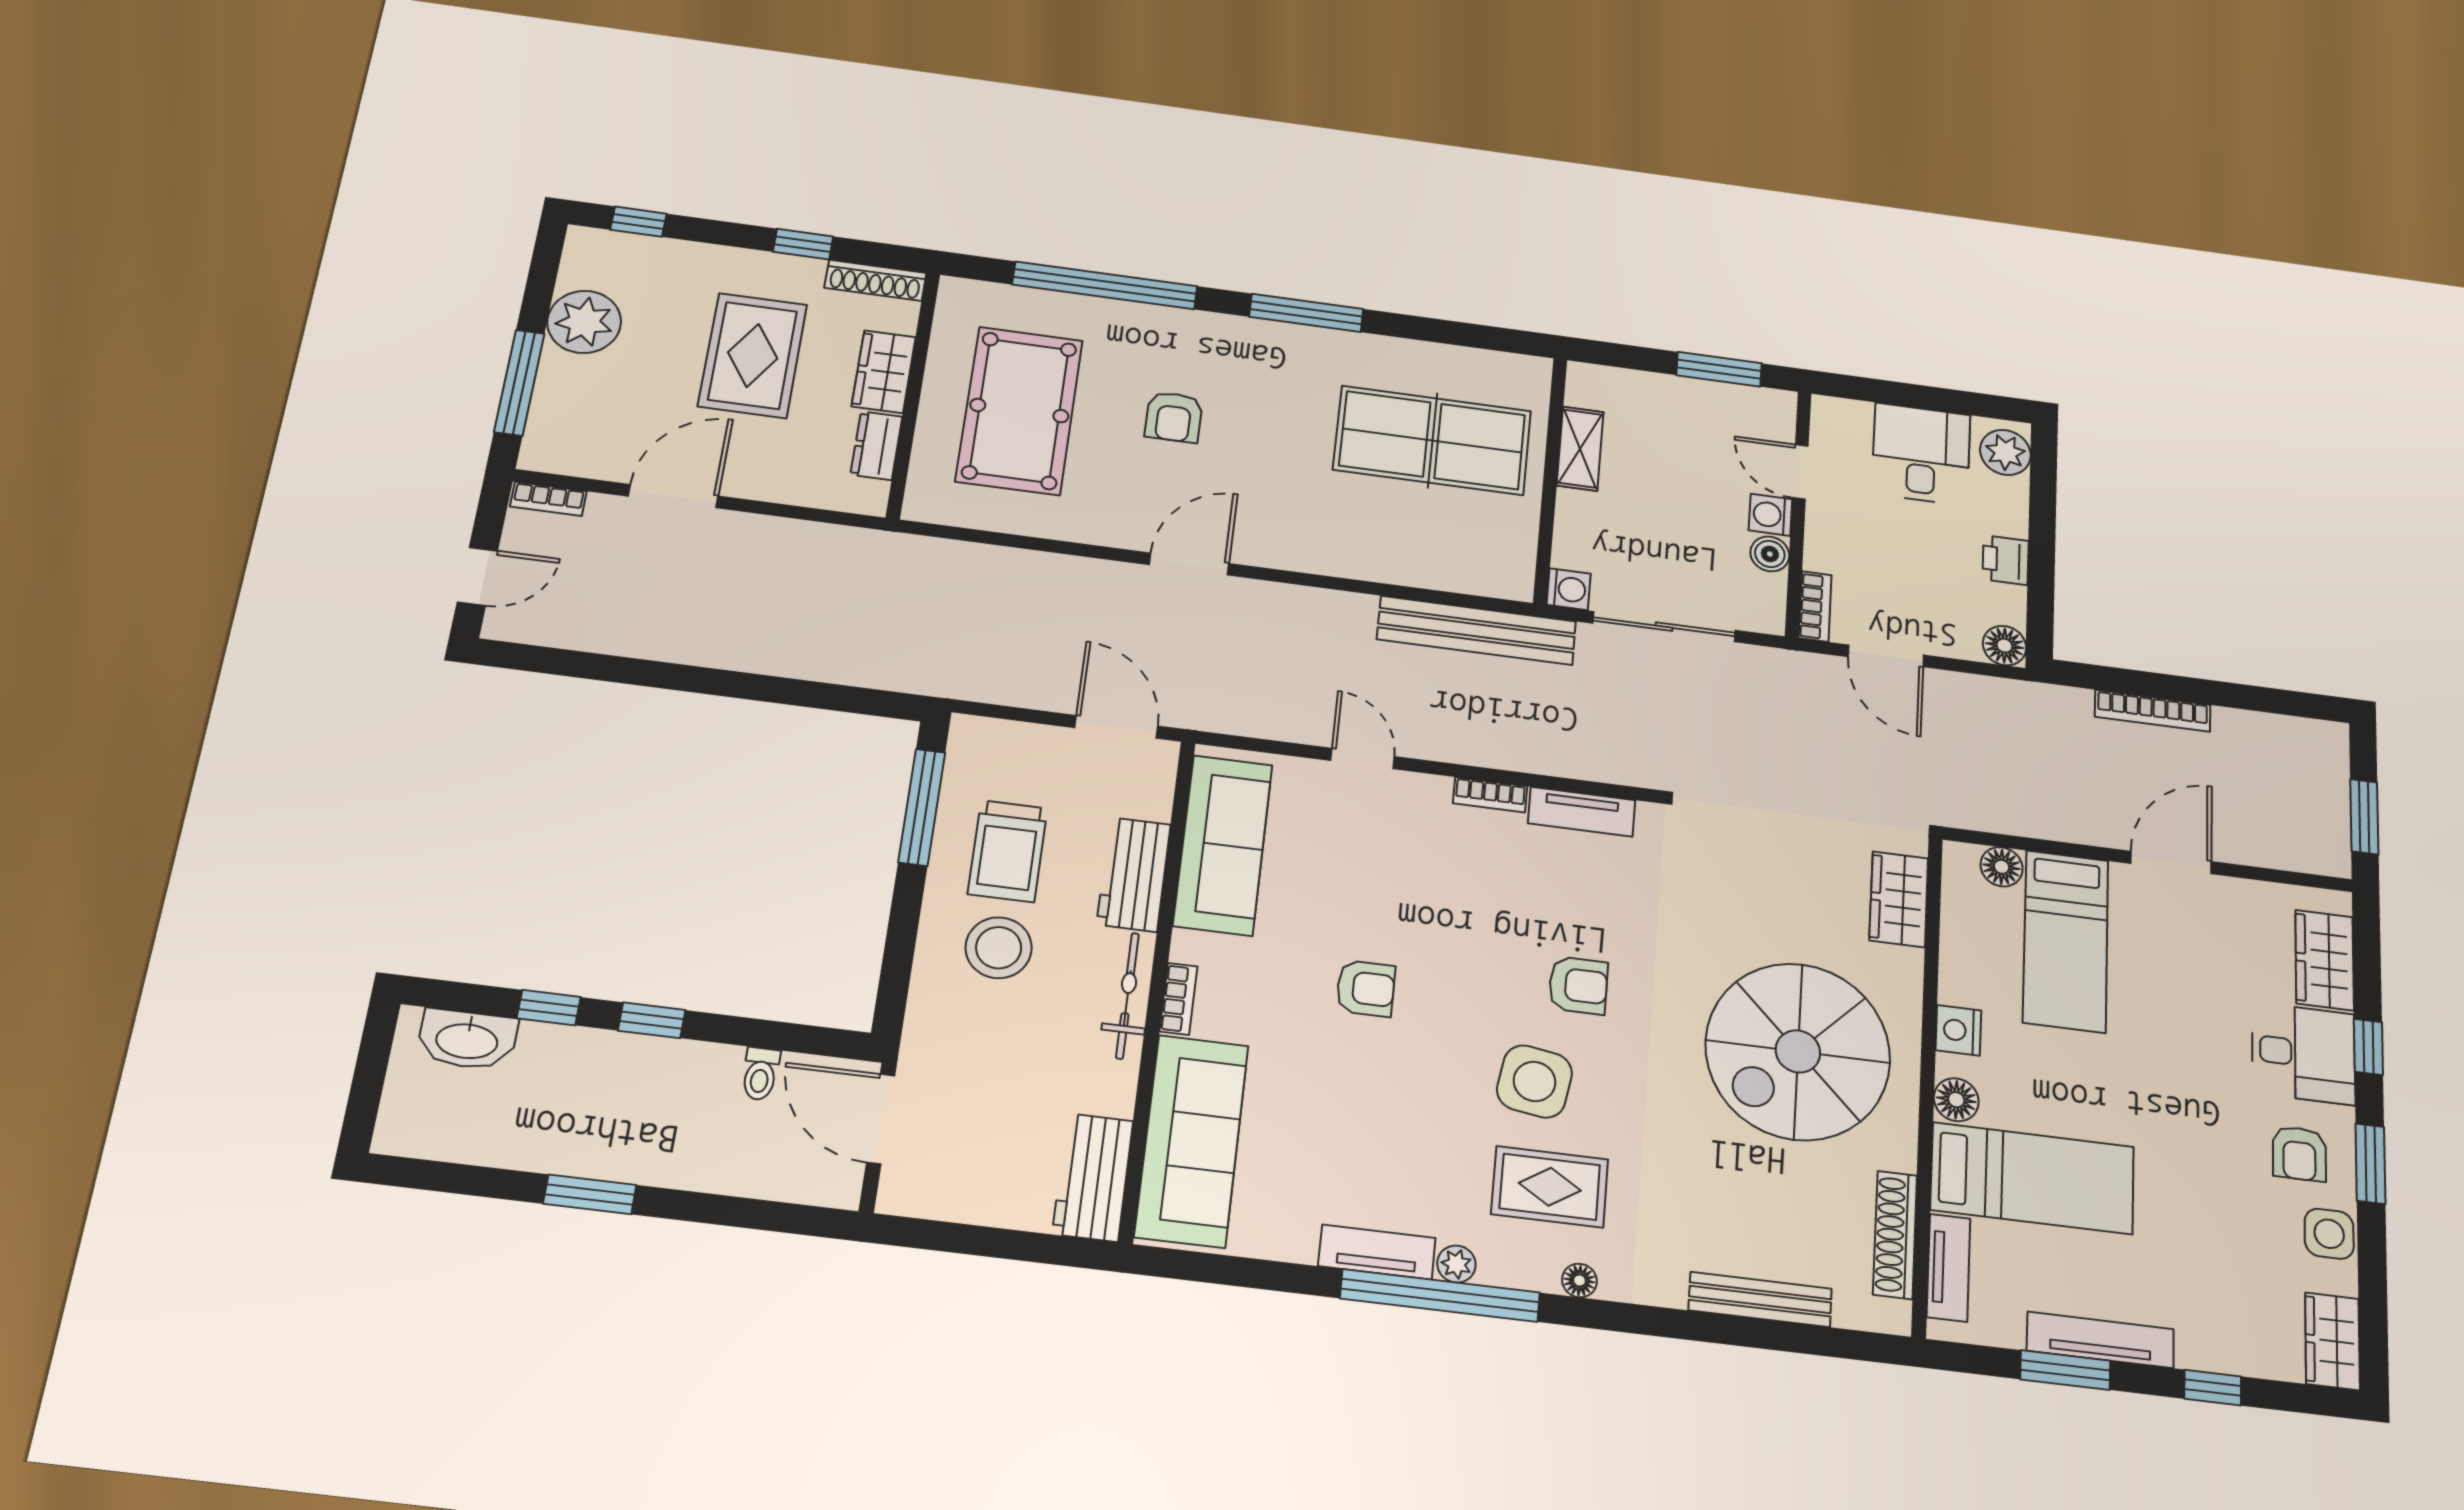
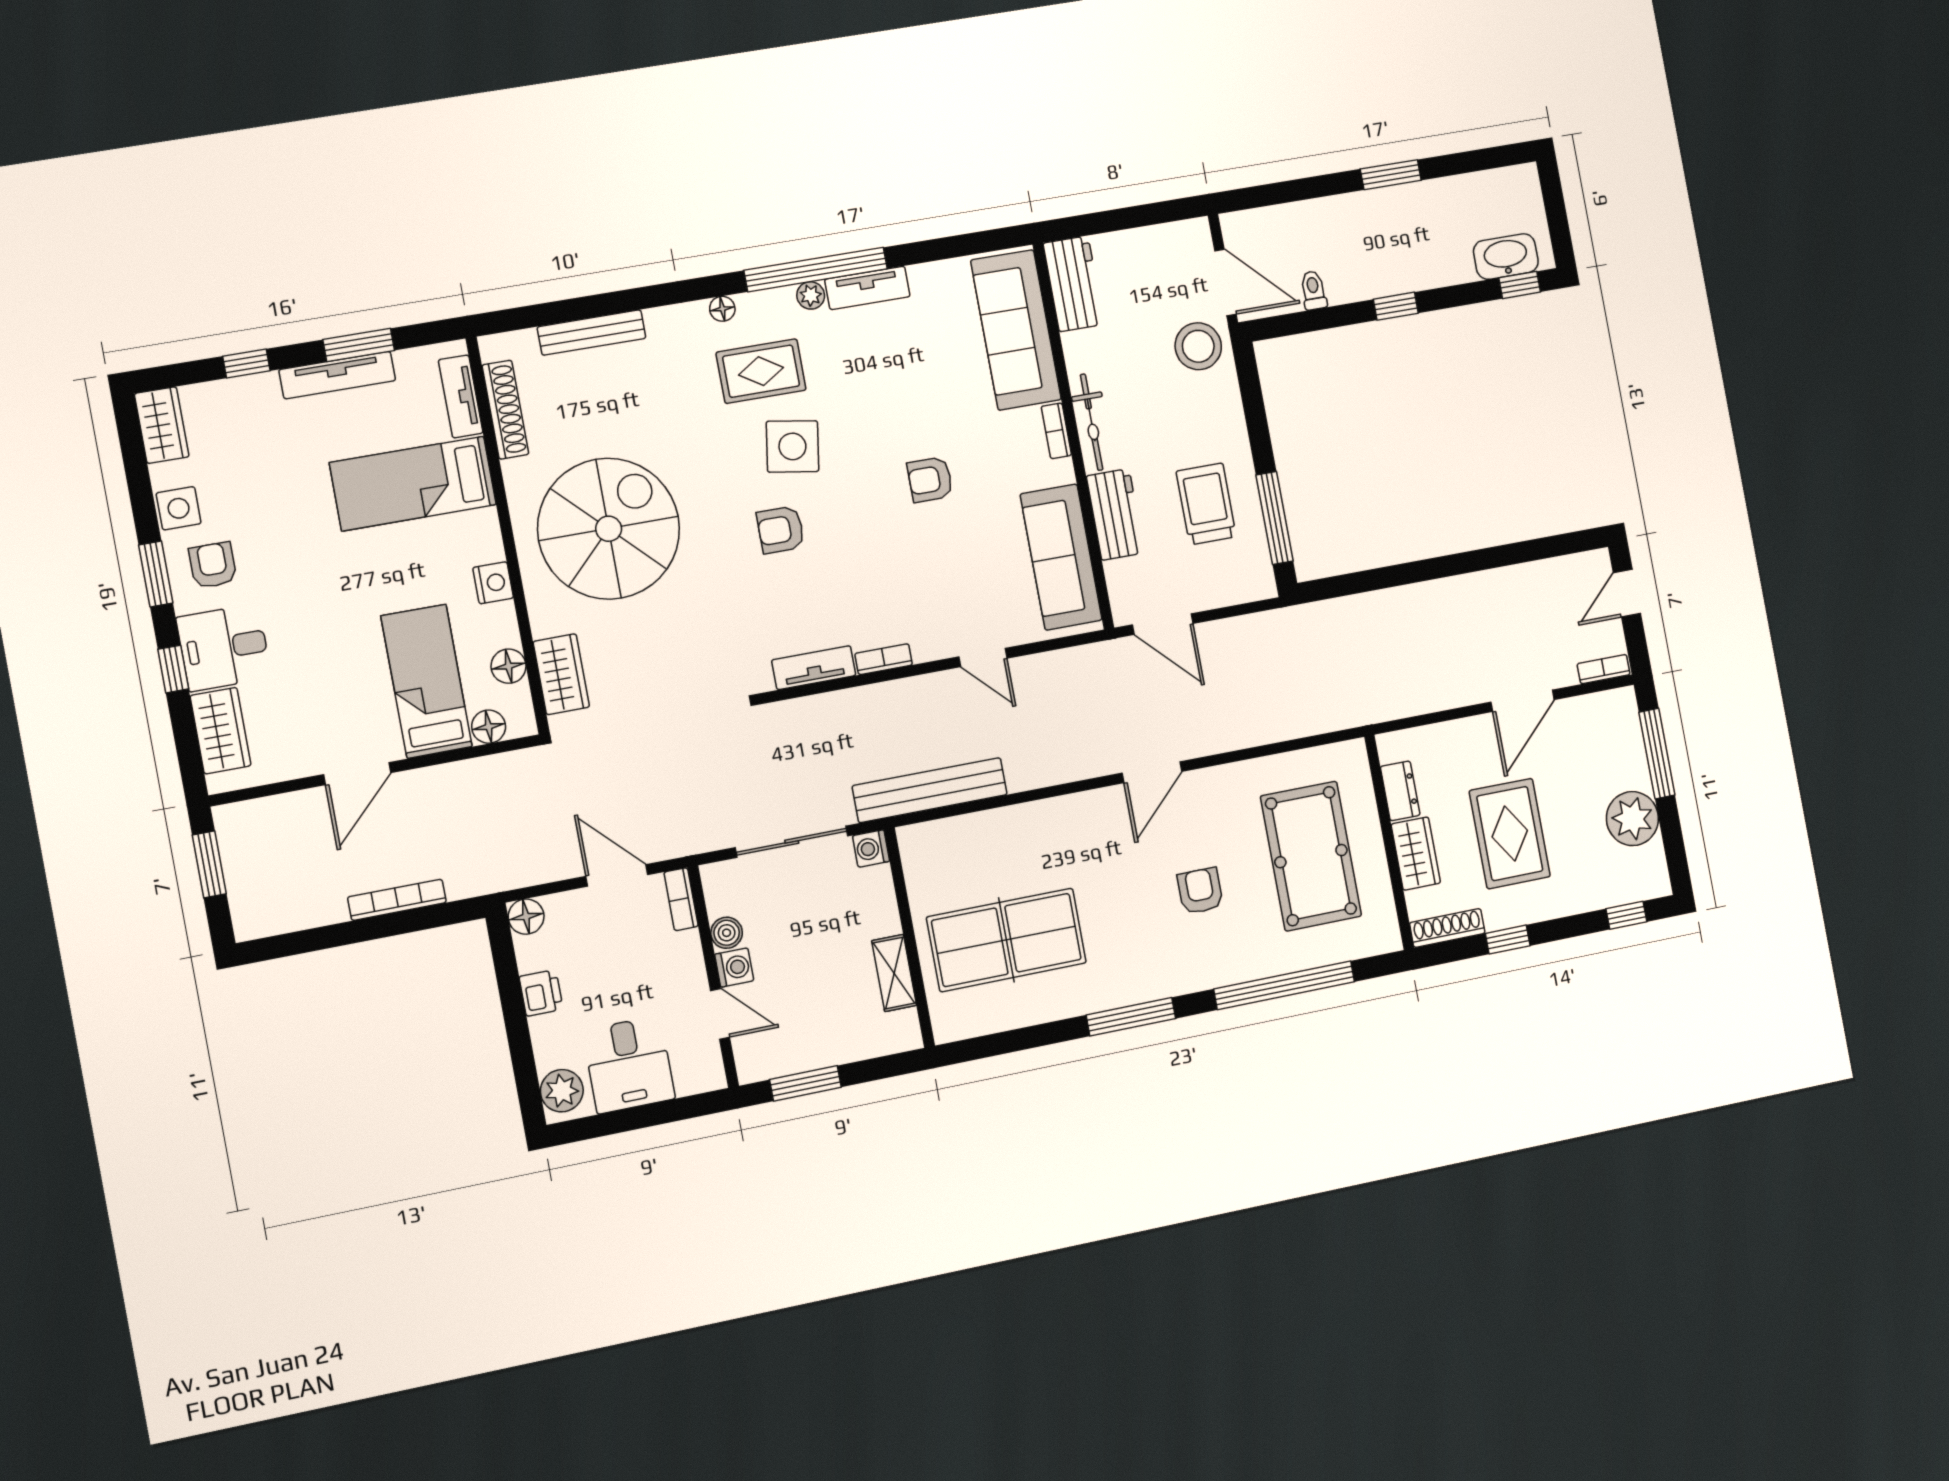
stool: (999, 948) -> (1198, 346), moved
window: (549, 1008) -> (1520, 285), moved
floor lamp: (1956, 1100) -> (509, 666), moved

